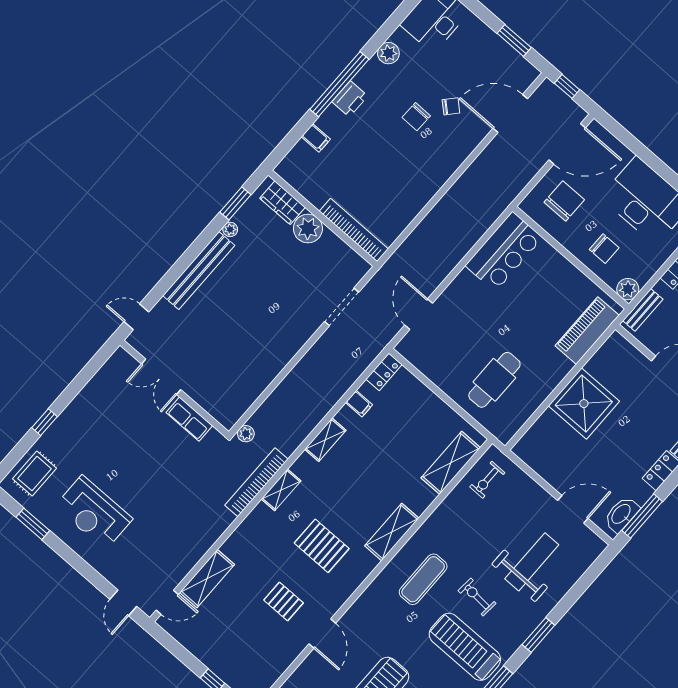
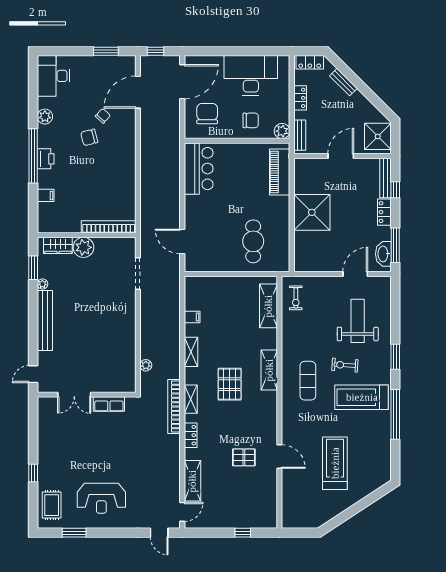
chair: (416, 117) -> (89, 137), turned 75
locker: (384, 372) -> (191, 435), moved
plant: (246, 434) -> (146, 365), moved
pallet: (322, 546) -> (230, 384), moved, turned 90

